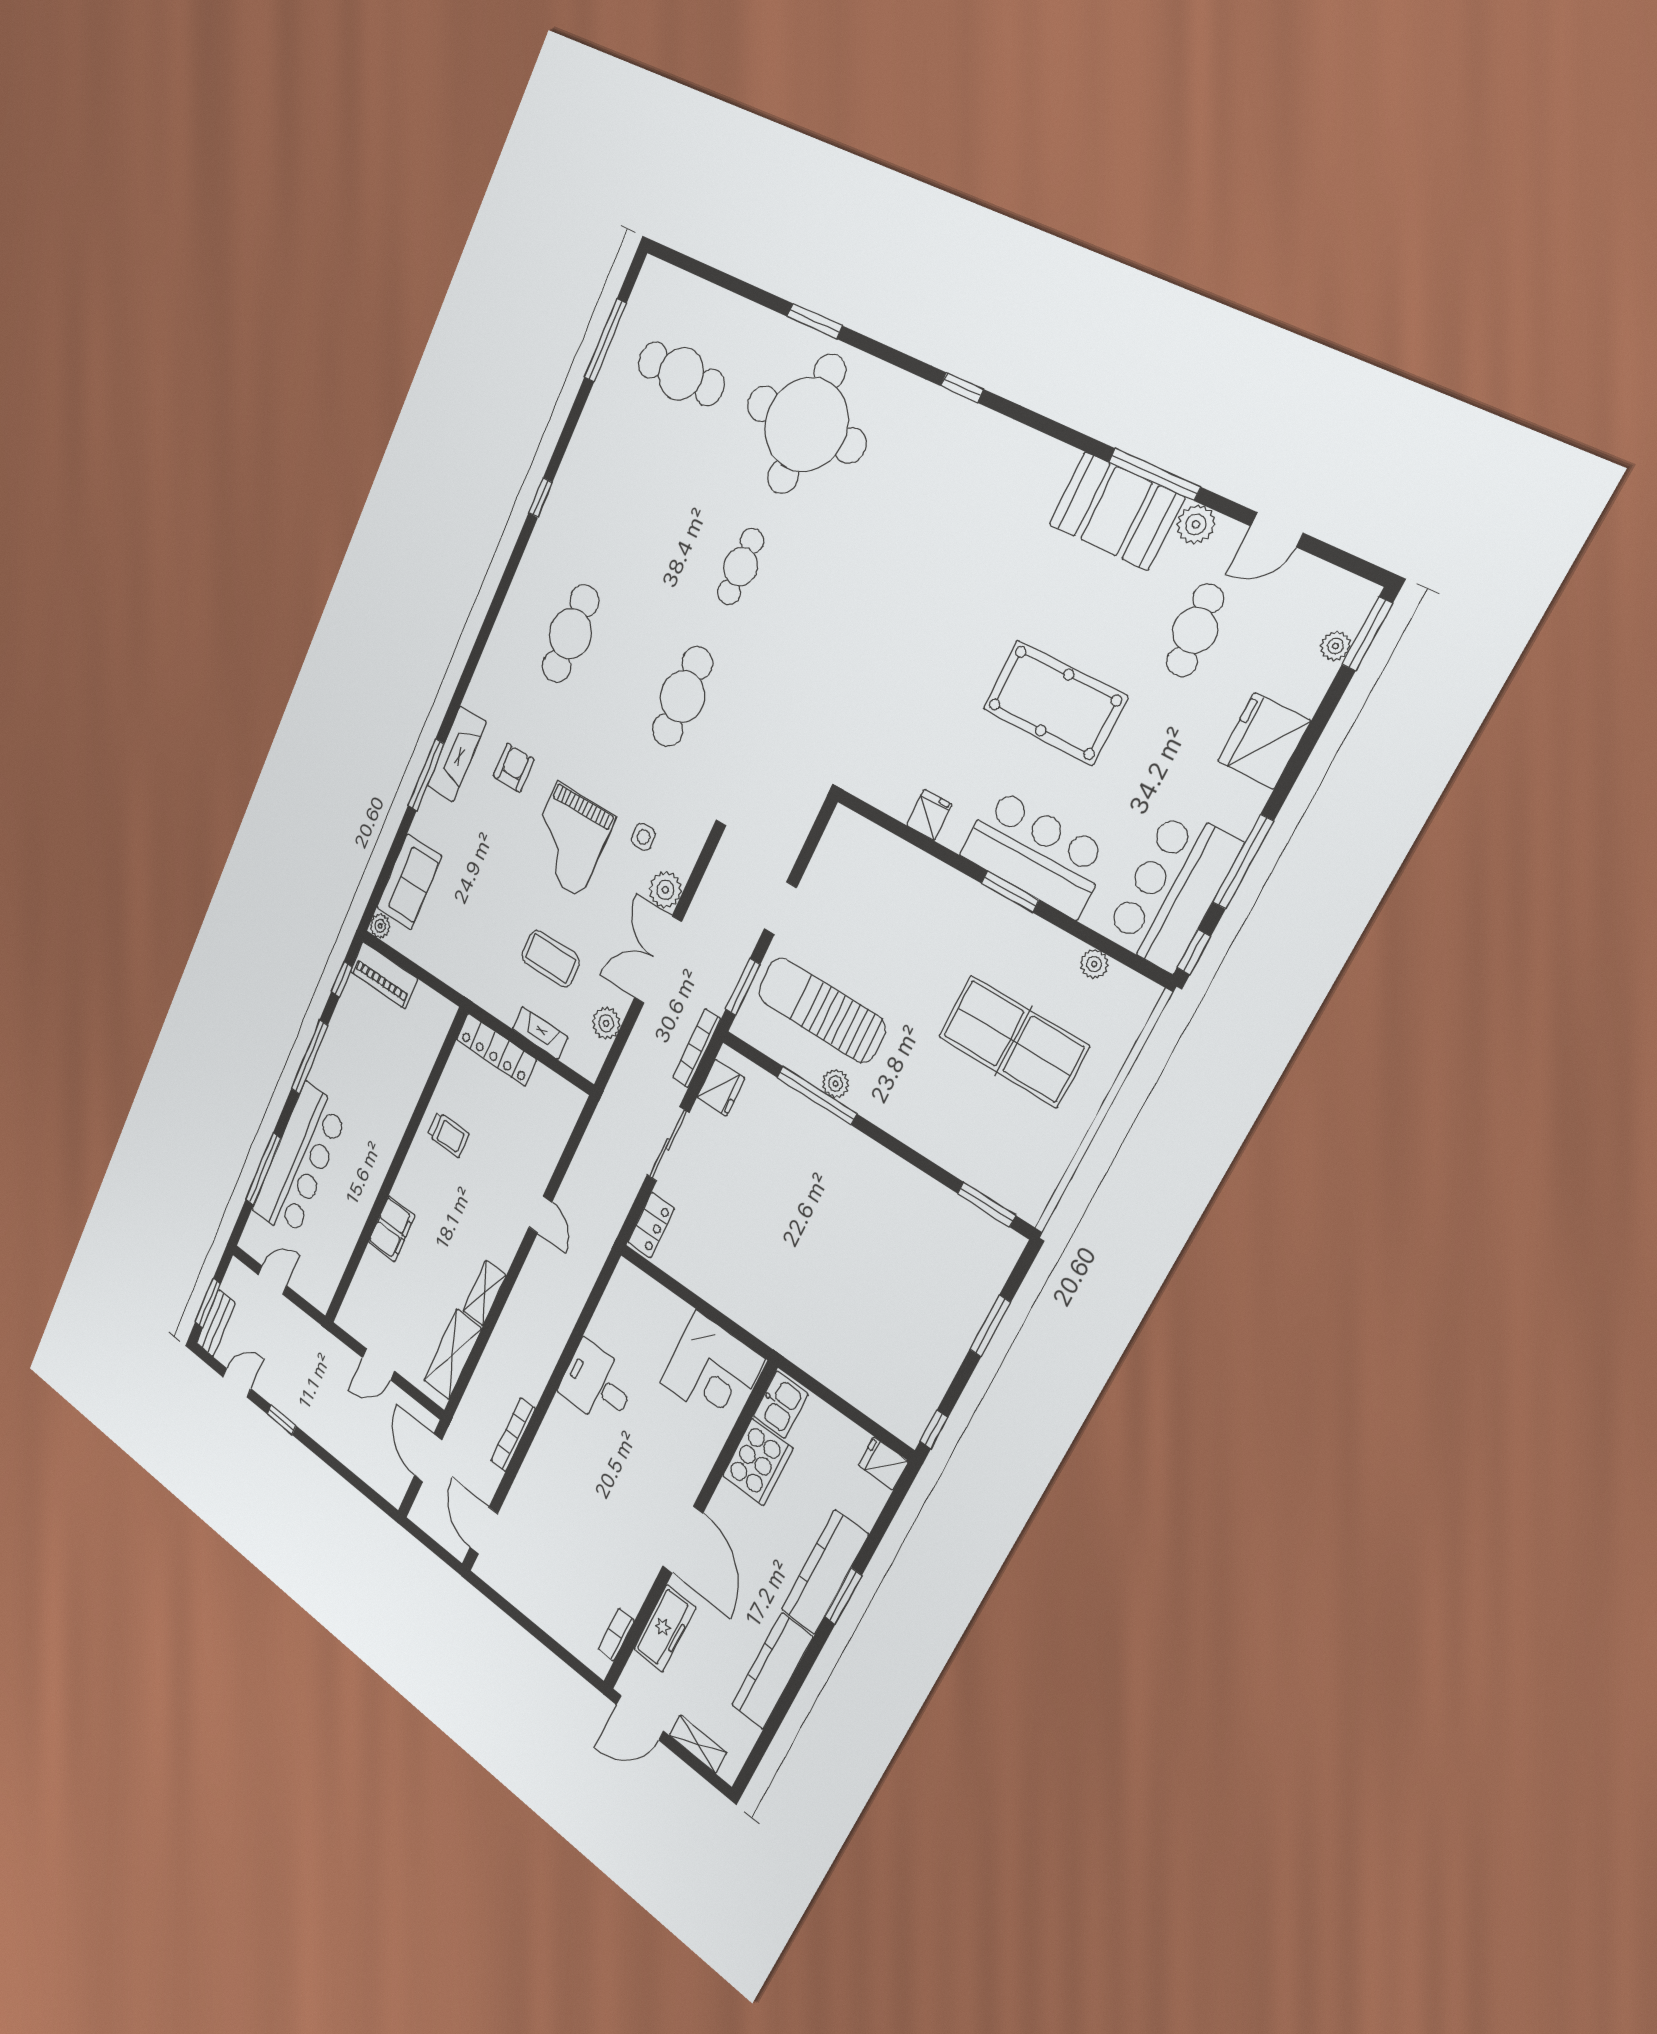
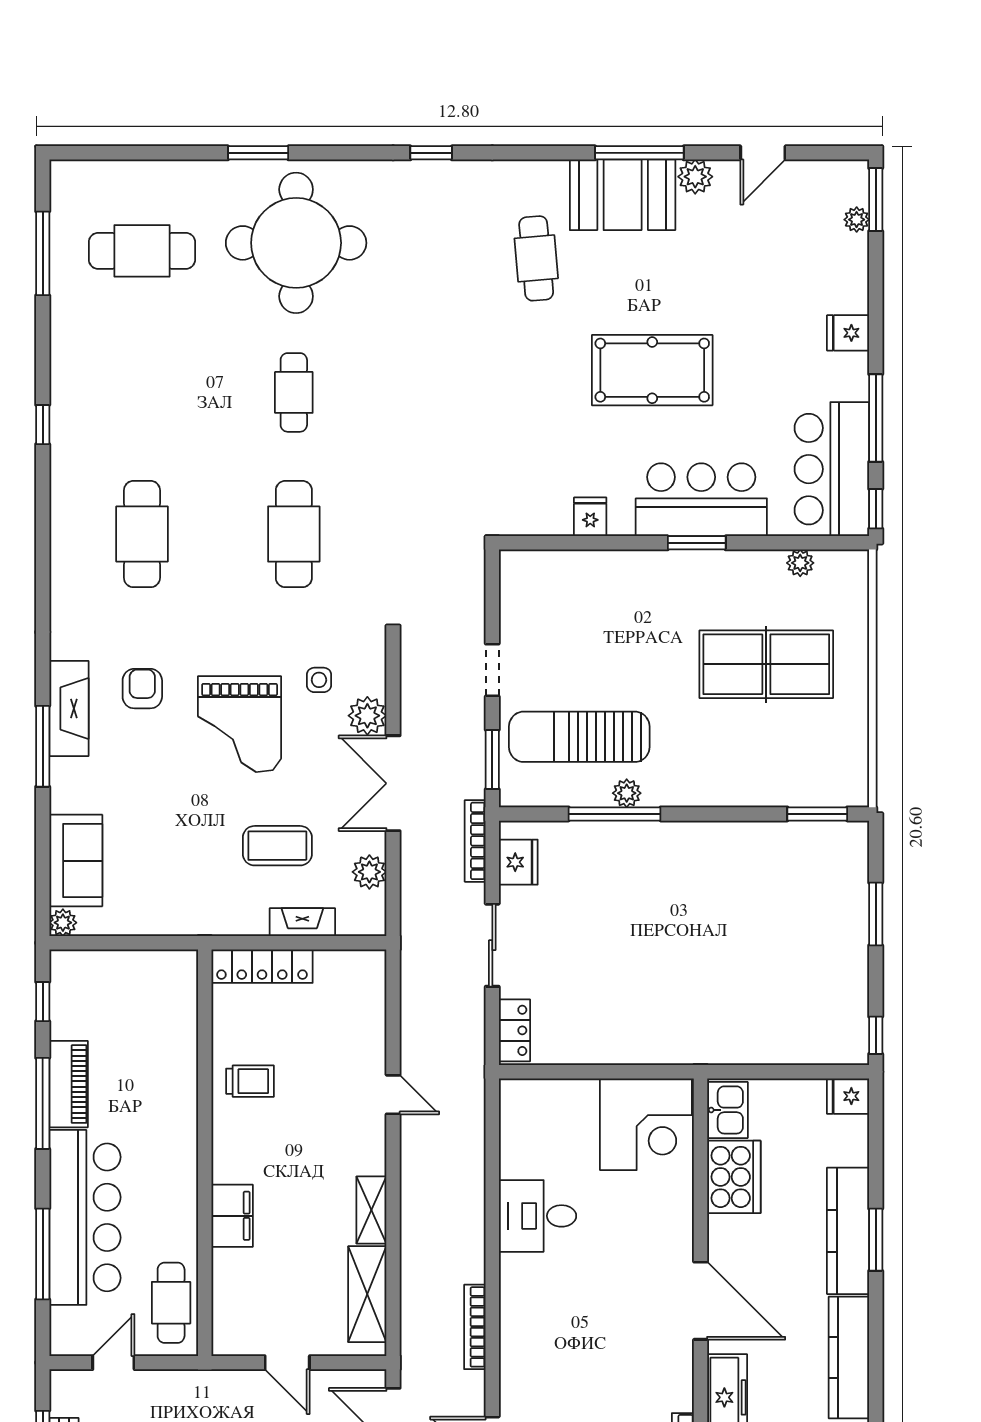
cafe table: (1195, 630) -> (536, 258), moved
fridge: (1264, 741) -> (848, 333), width x0.53, depth x0.75
piano: (384, 975) -> (69, 1084), moved, turned -90
cafe table: (326, 1264) -> (171, 1303), added
door: (379, 1364) -> (287, 1363), hinge flipped

